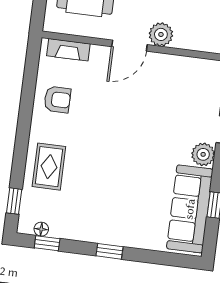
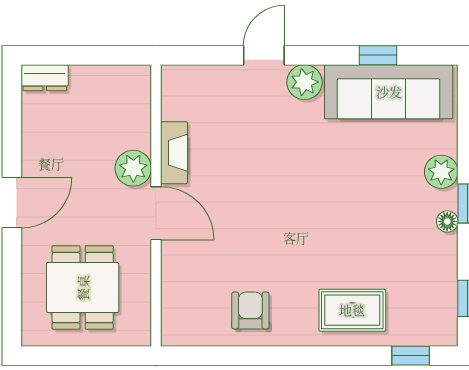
fireplace: (68, 50) -> (174, 153), moved
floor lamp: (41, 229) -> (447, 221), moved
plant: (133, 237) -> (441, 172), added

